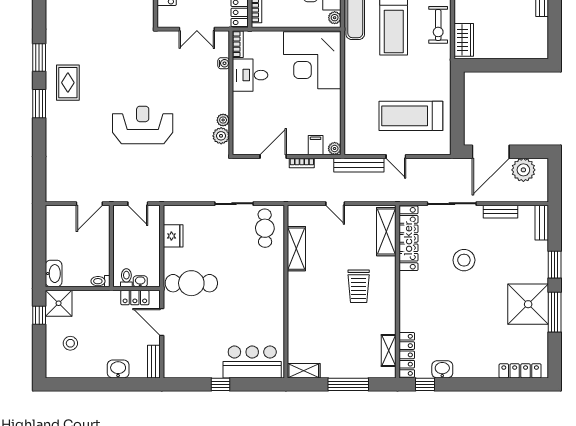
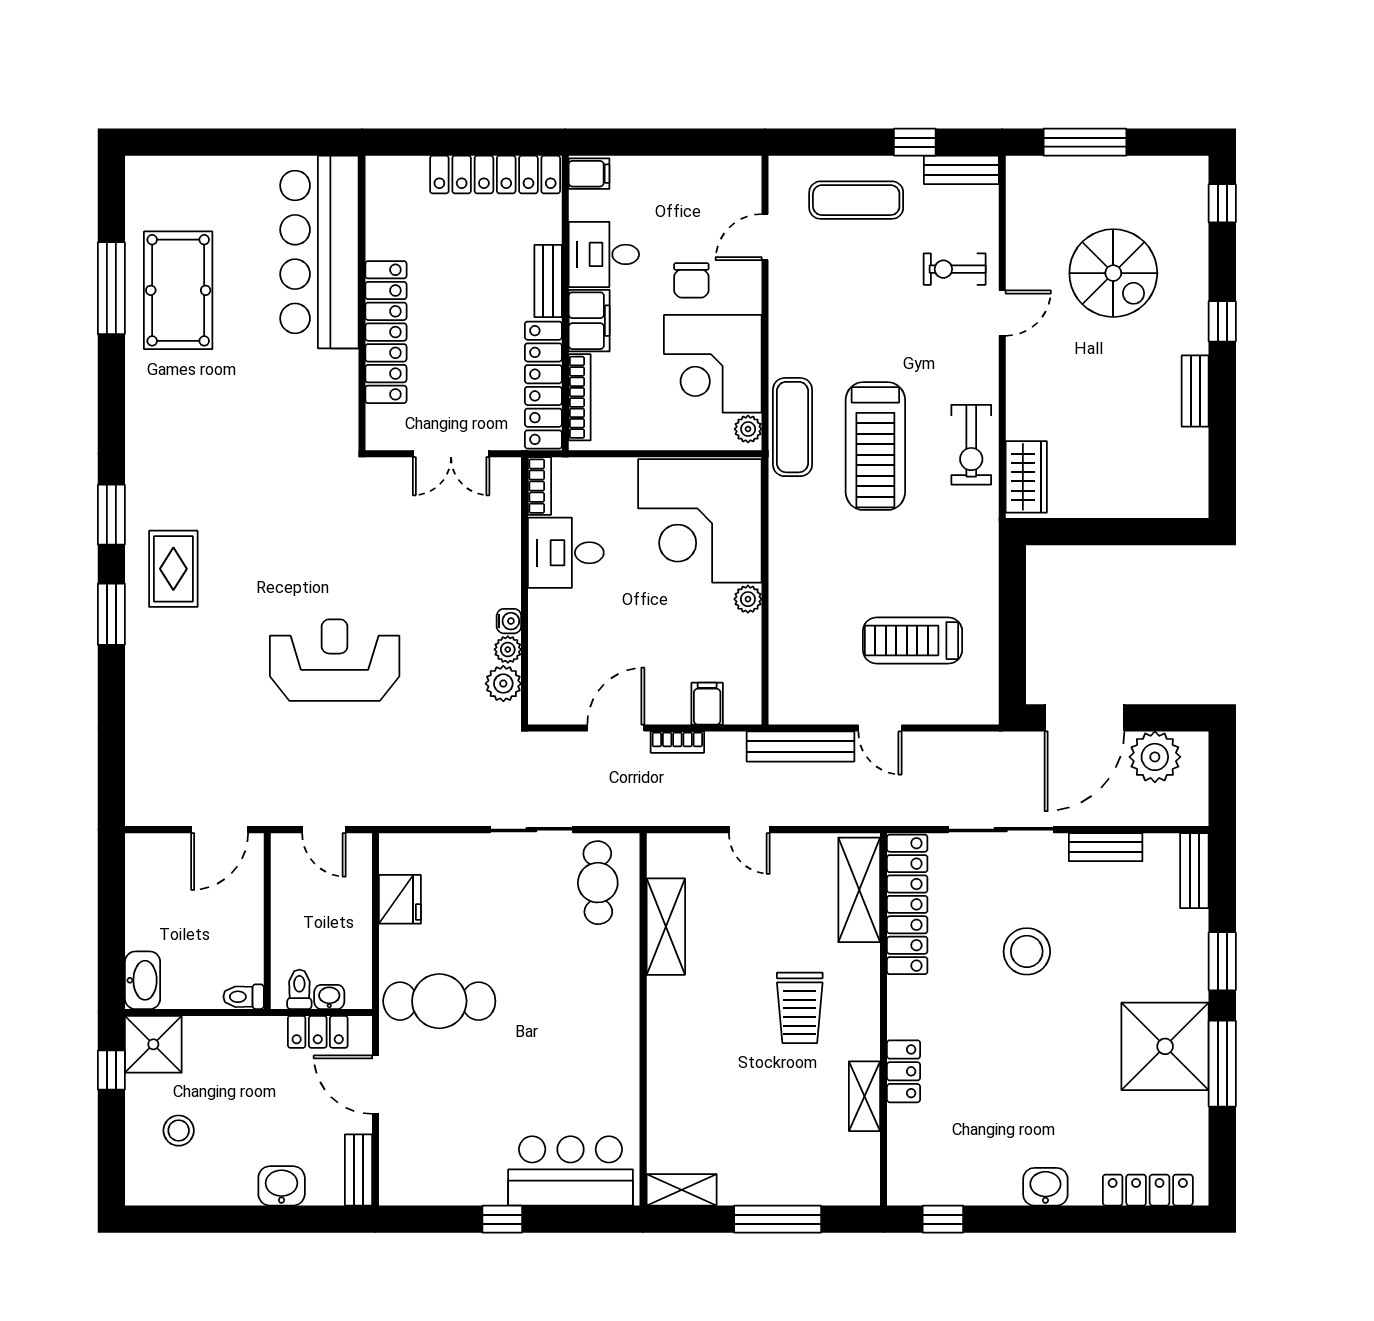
water cooler: (224, 63) -> (509, 621), moved
treadmill: (411, 116) -> (913, 641), width x0.73, depth x0.73
plant: (335, 148) -> (748, 599), moved
shelving: (389, 350) -> (865, 1096), moved
locker: (407, 355) -> (904, 1071), moved, width x0.66
washbasin: (442, 369) -> (1045, 1187), moved

